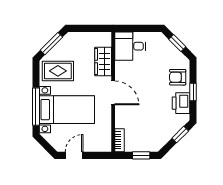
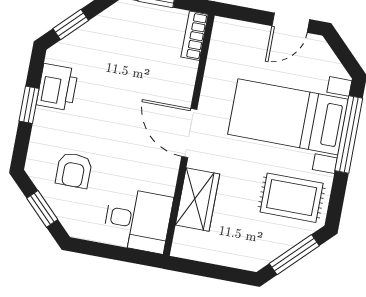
armchair: (178, 77) -> (74, 170), moved, turned 90

